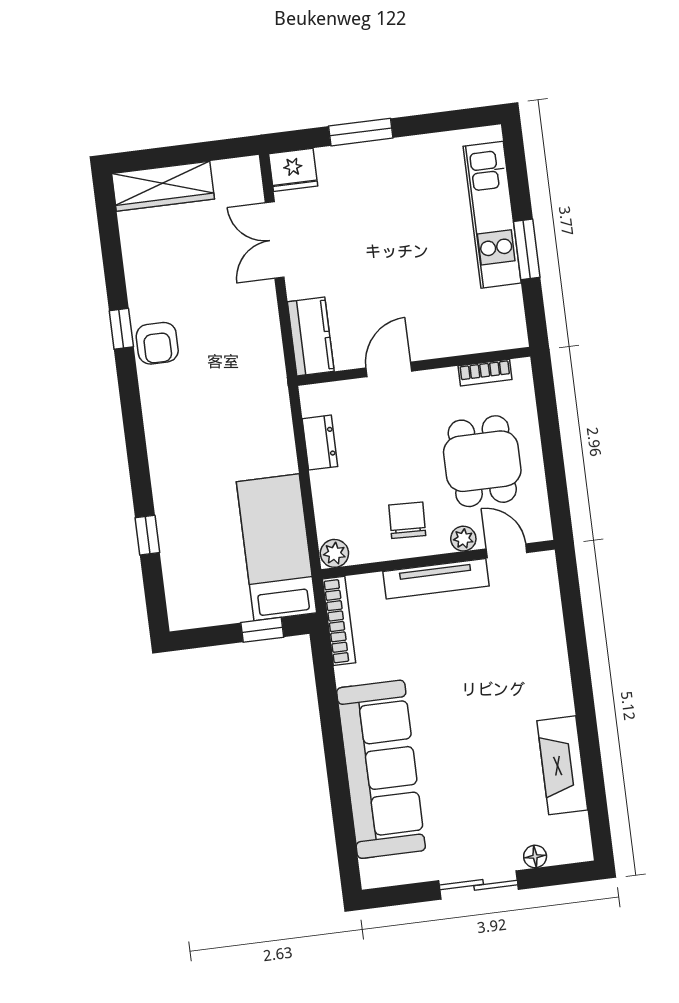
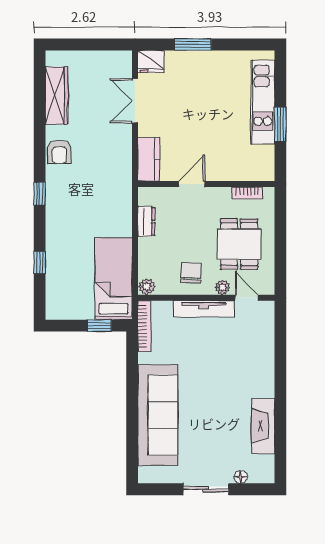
wardrobe: (163, 186) -> (57, 96), moved, turned -90
window: (121, 329) -> (40, 194), moved

